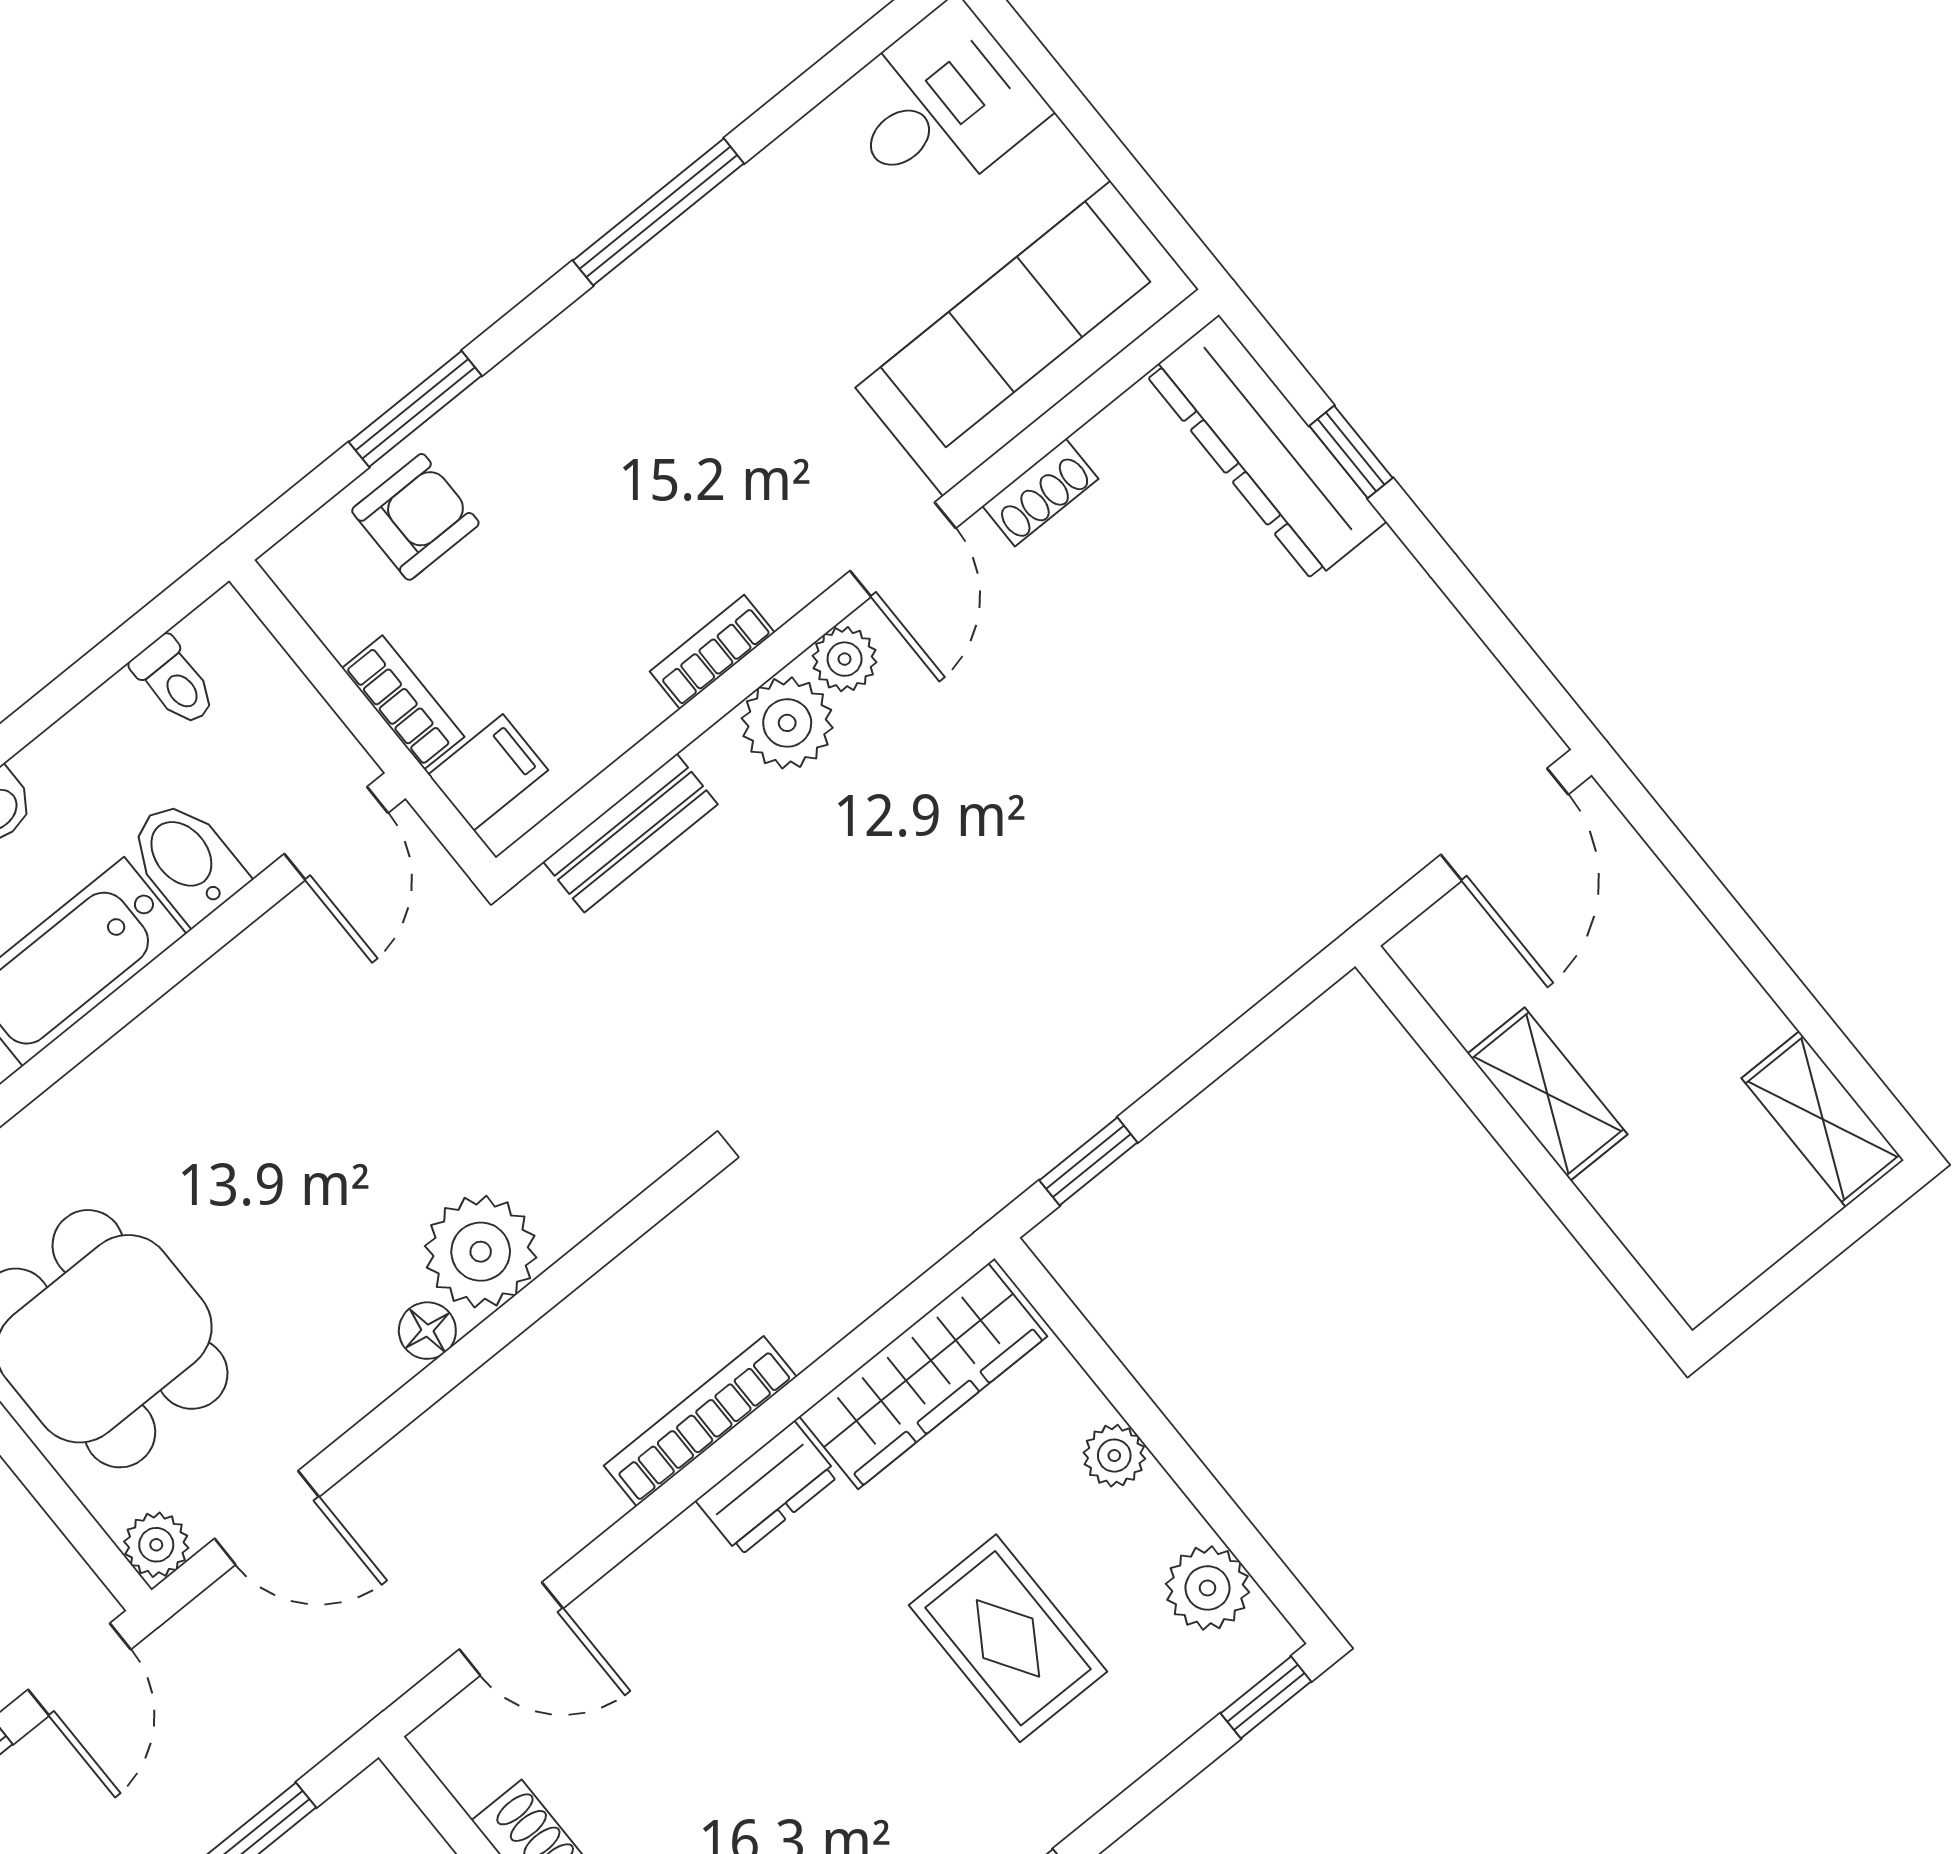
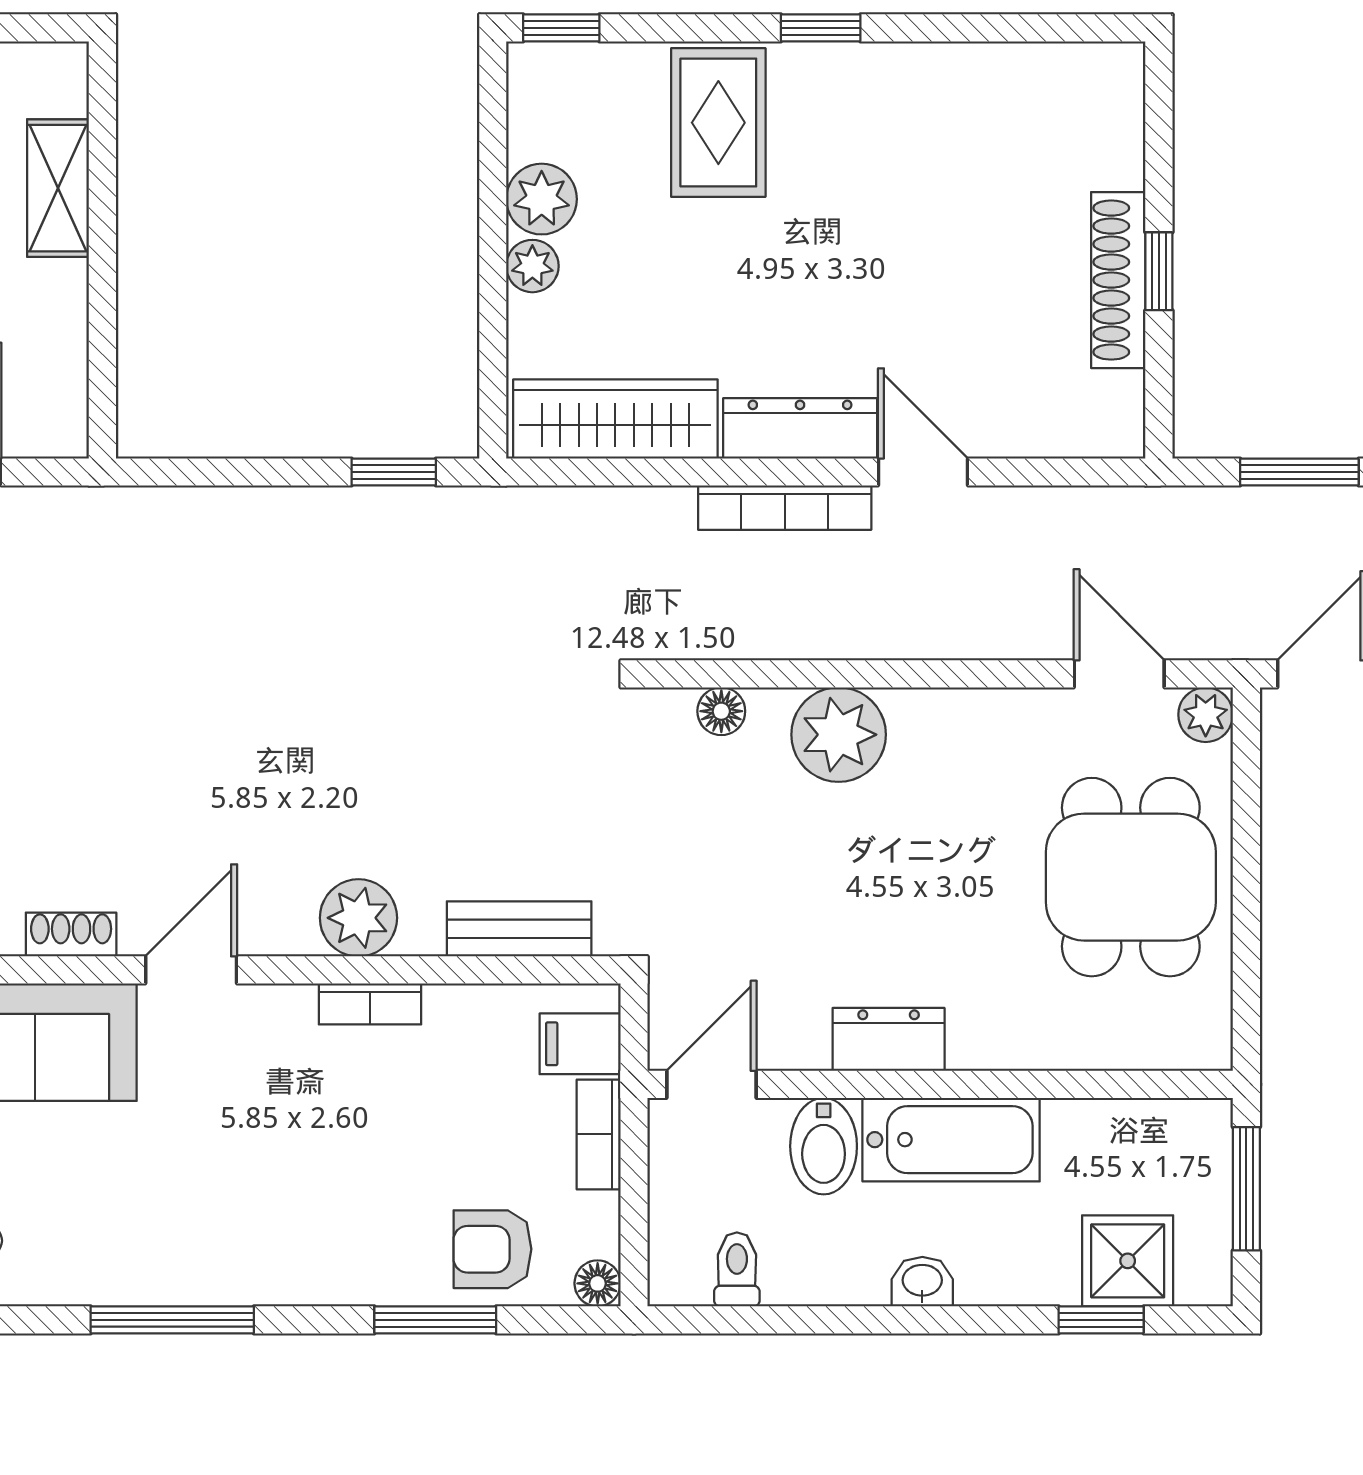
floor lamp: (293, 564) -> (598, 1283), added
plant: (845, 659) -> (287, 929), removed
dresser: (206, 1007) -> (889, 1039), added
shelving: (1547, 1094) -> (58, 188), moved
floor lamp: (427, 1331) -> (721, 711), moved
dresser: (767, 1488) -> (800, 428), width x1.44
plant: (1207, 1588) -> (542, 199), moved
door: (511, 1629) -> (923, 472), moved
rug: (1008, 1638) -> (718, 123), moved

